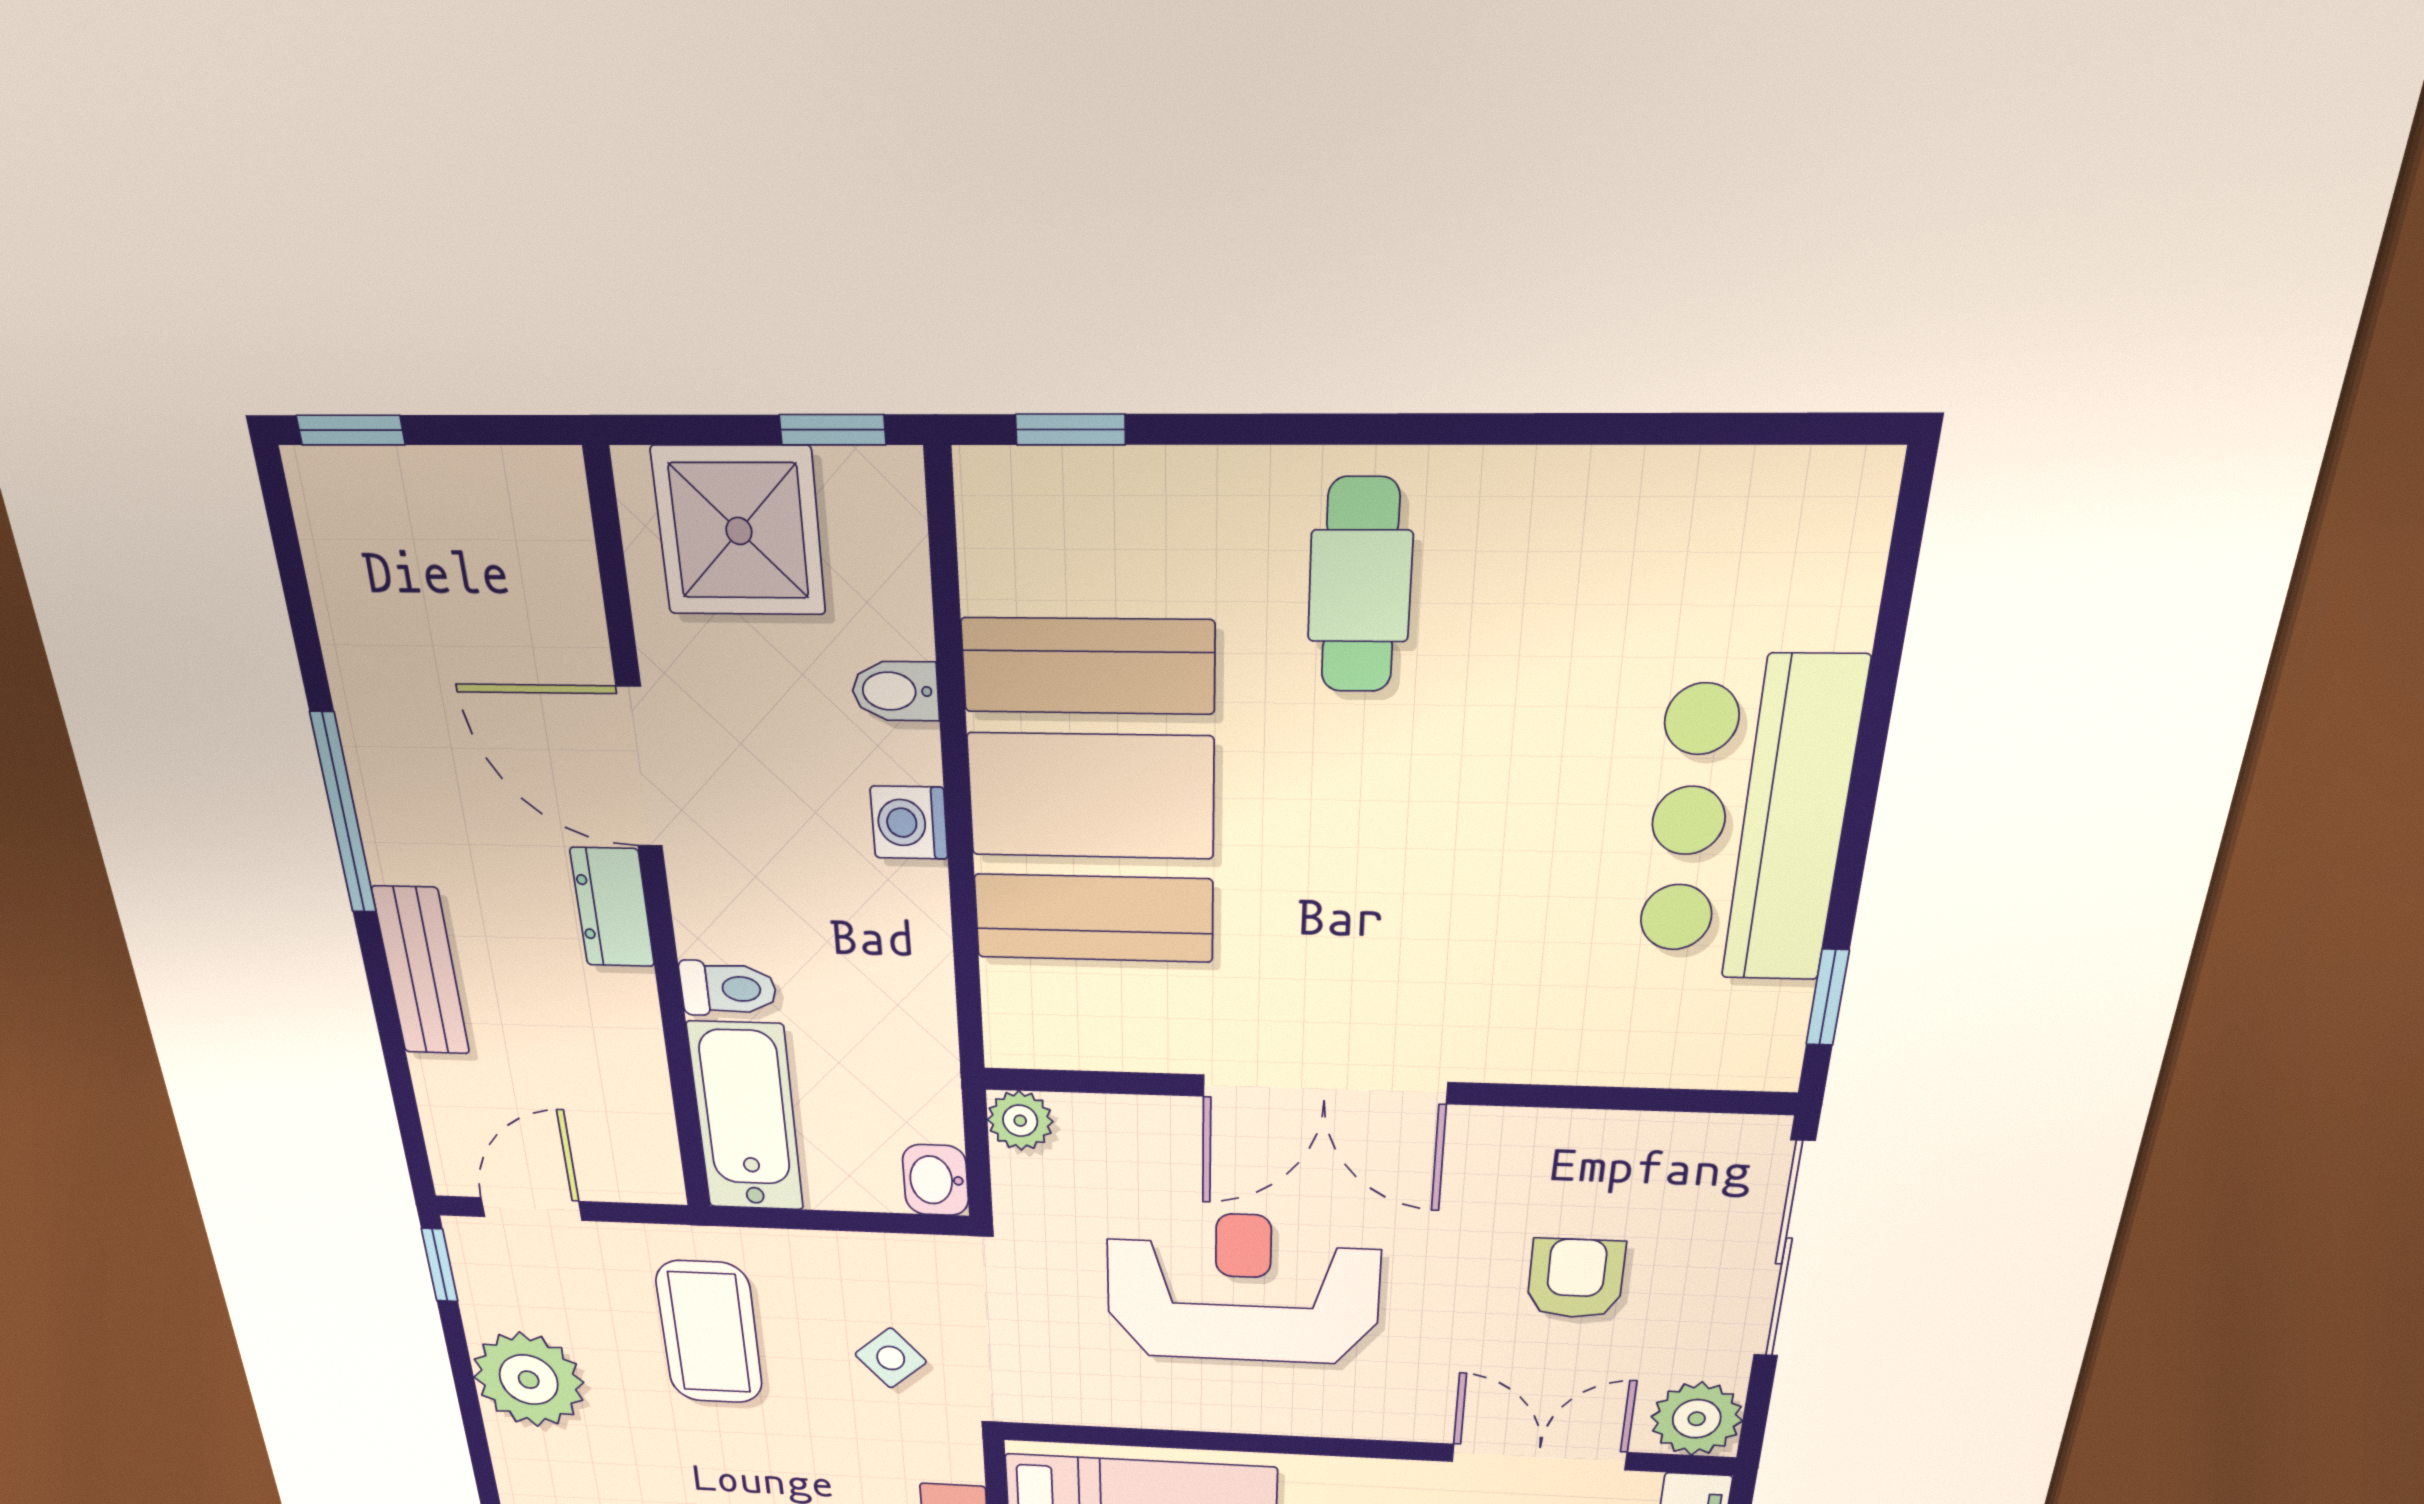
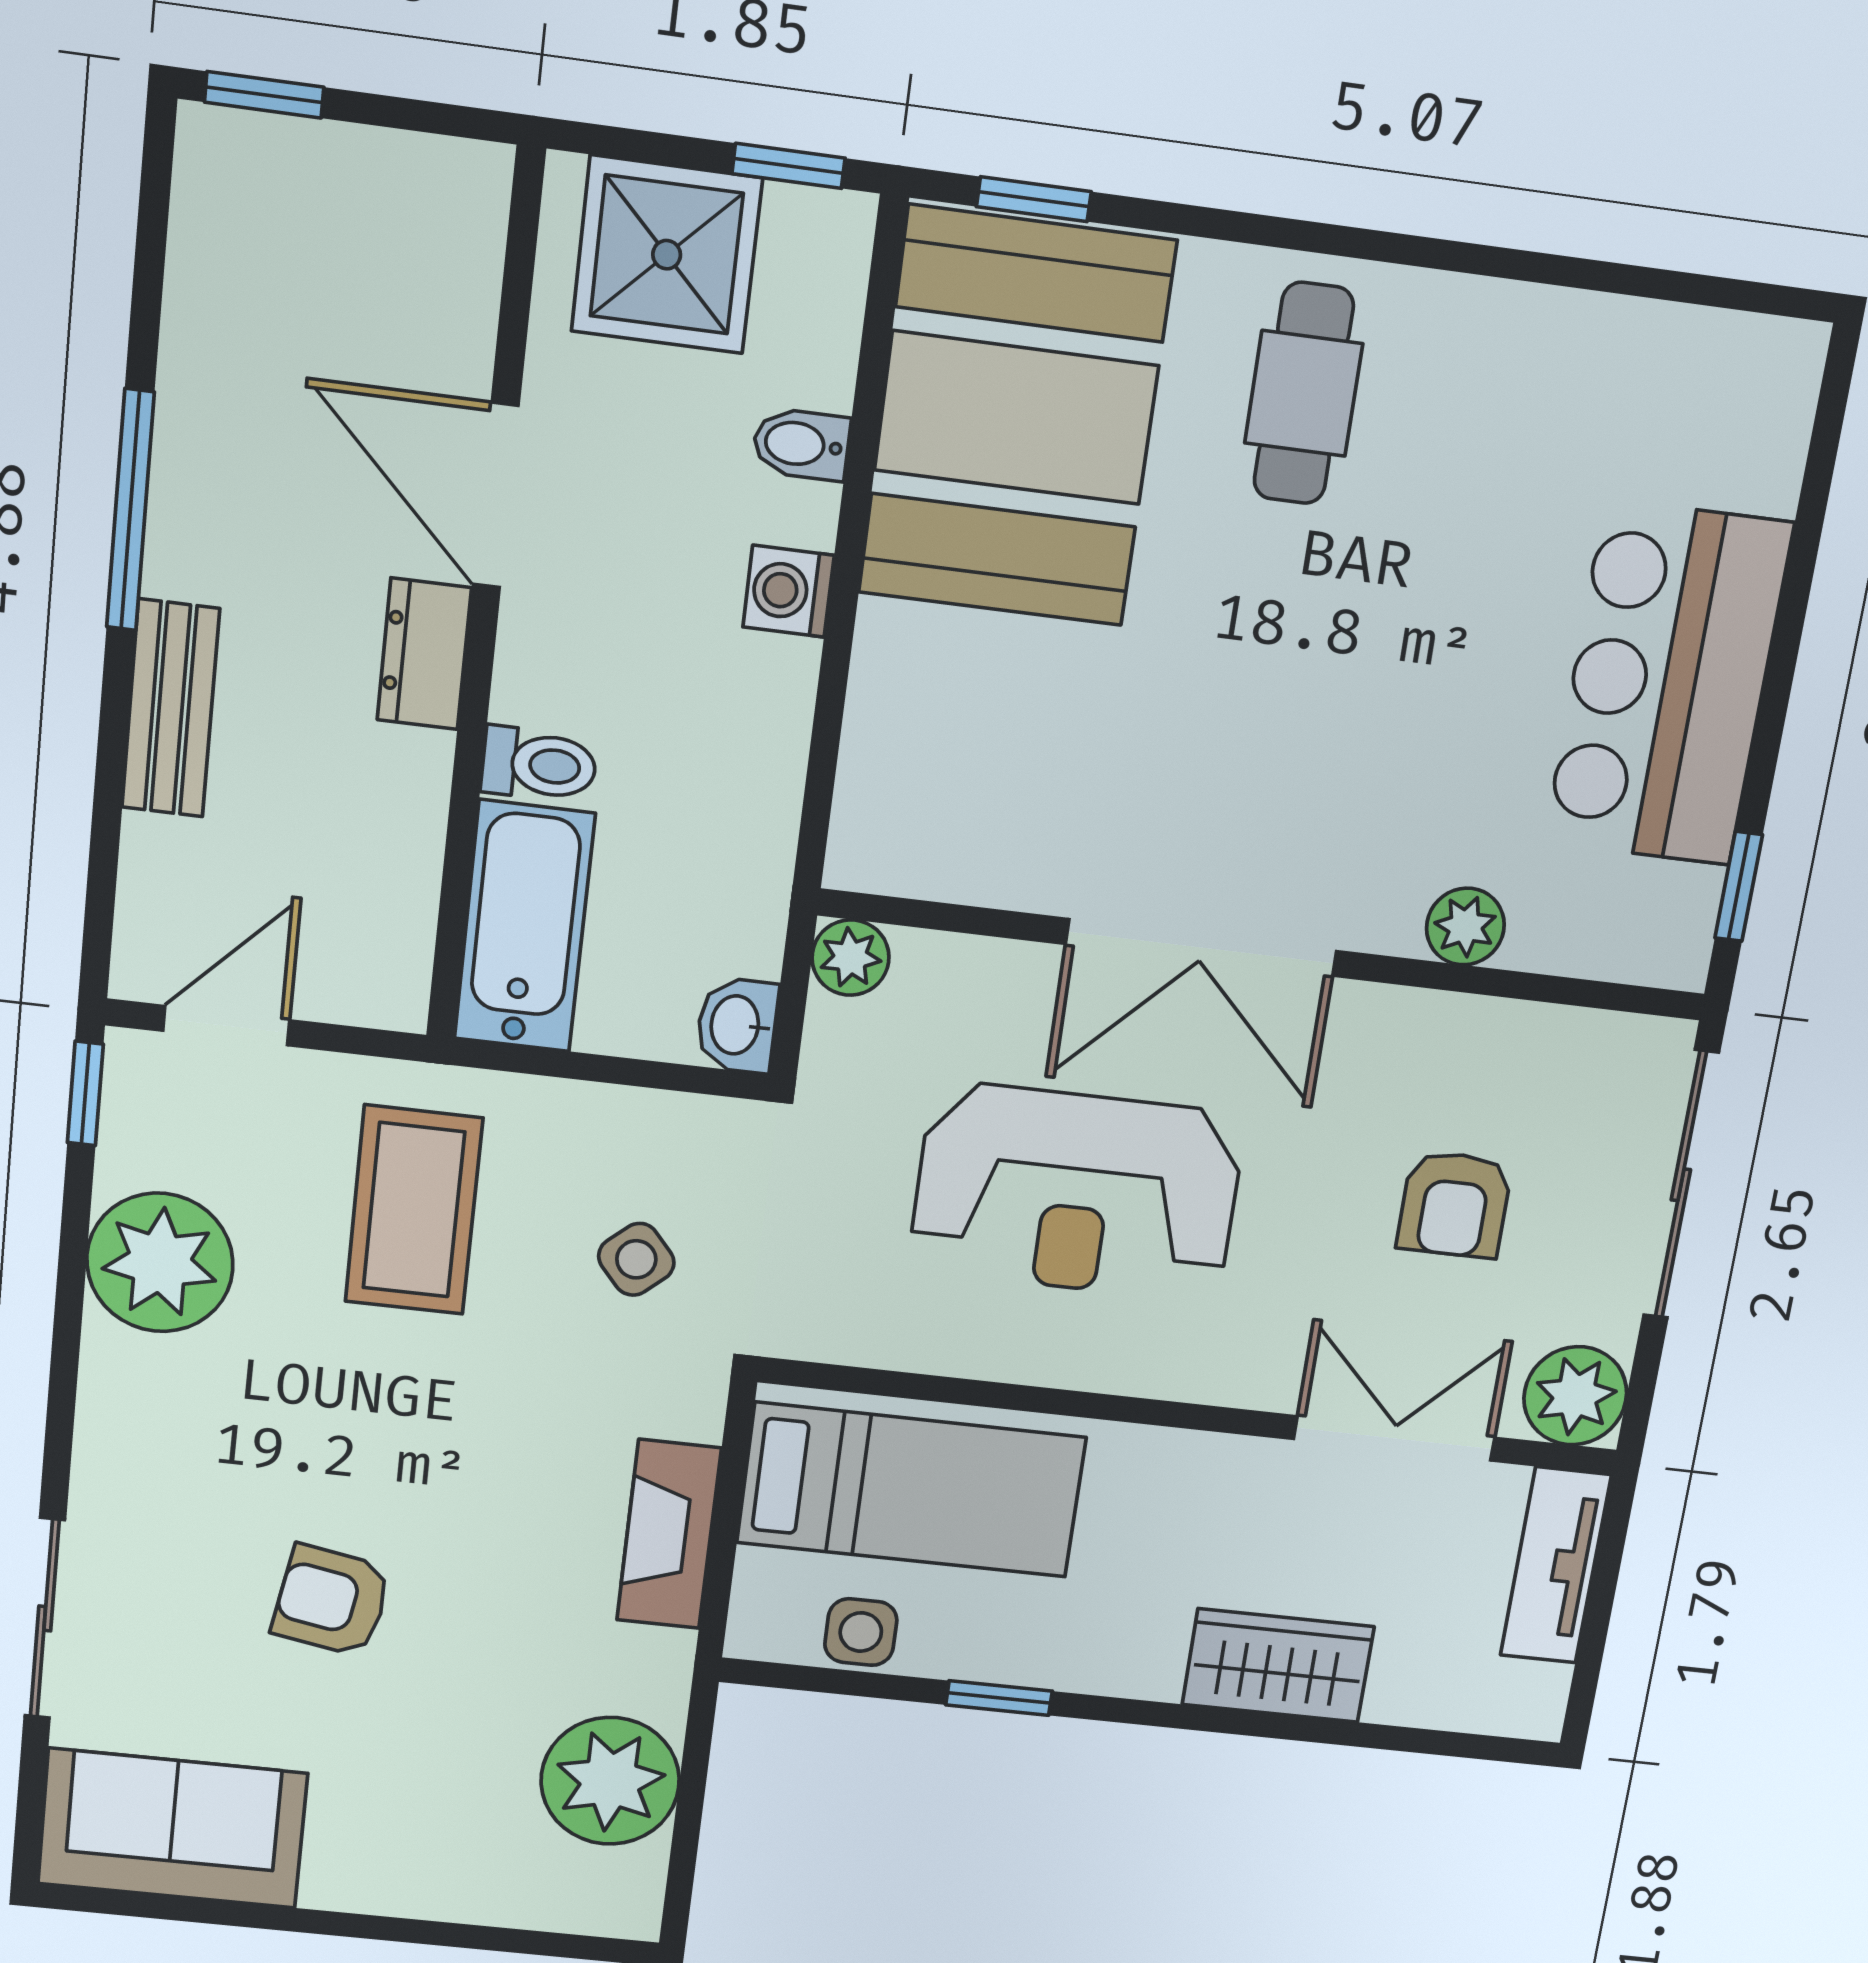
booth: (1091, 796) -> (1016, 418), moved
plant: (1565, 1053) -> (1465, 927), added
armchair: (1576, 1279) -> (1454, 1204), turned 180
reception desk: (1243, 1288) -> (1077, 1192), turned 180

